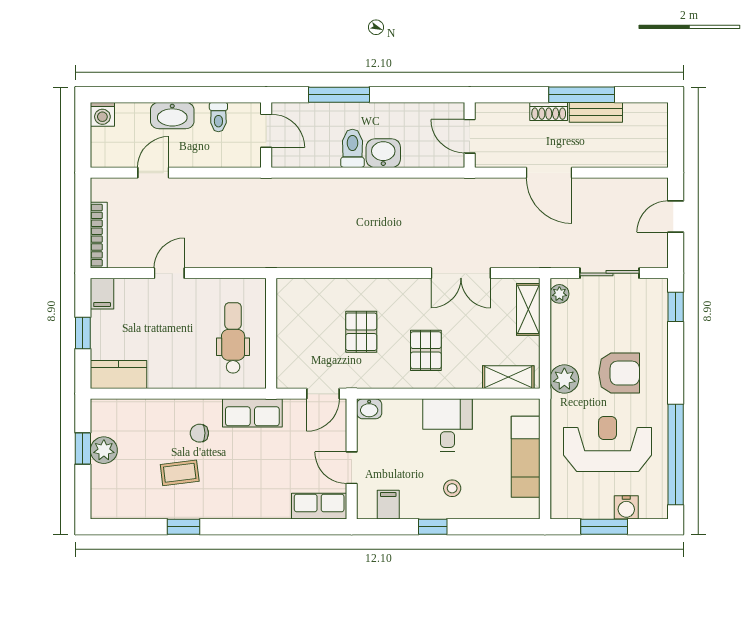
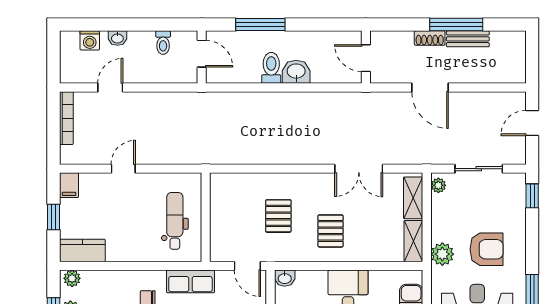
washing machine: (102, 114) -> (90, 40), moved
washbasin: (172, 116) -> (117, 38), width x0.52, depth x0.69
bookcase: (99, 235) -> (66, 118), moved
shelving: (508, 377) -> (413, 241), moved, turned 90
door: (323, 394) -> (247, 266), hinge flipped
plant: (106, 409) -> (72, 278), added

